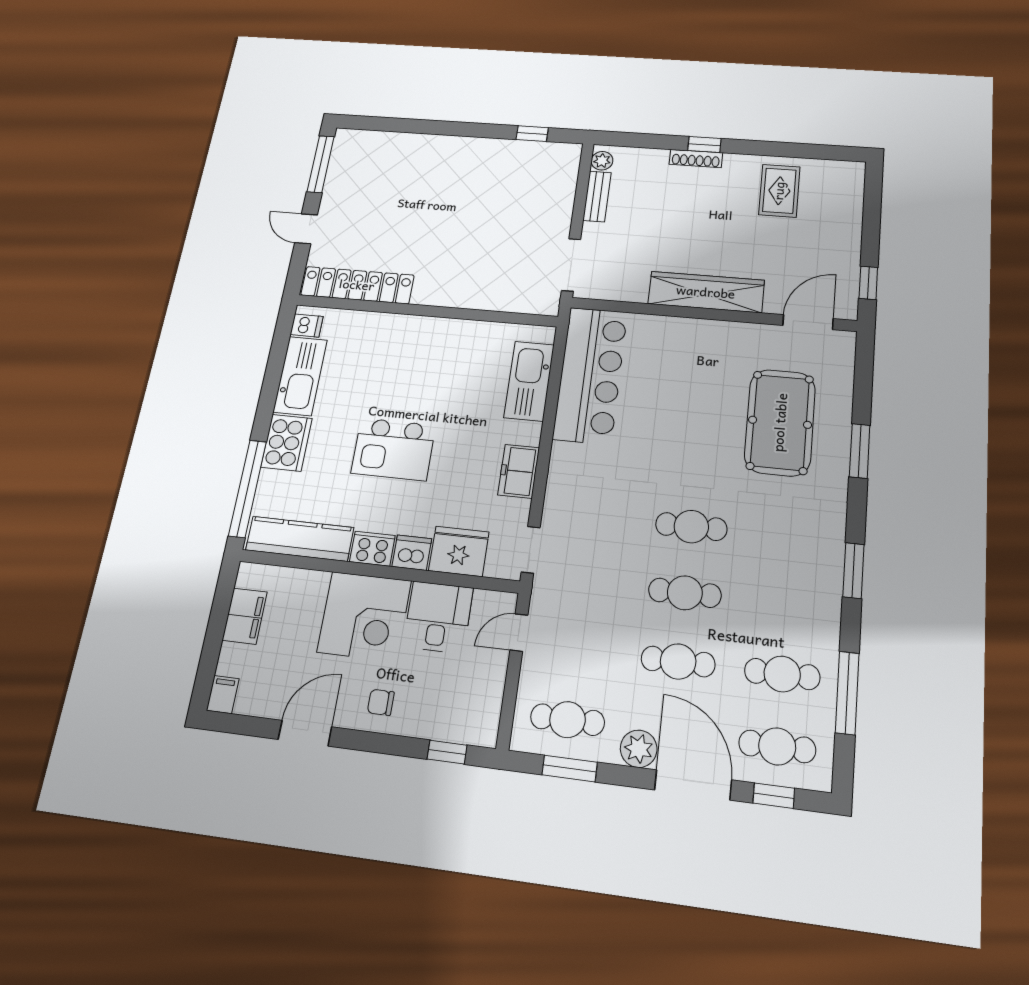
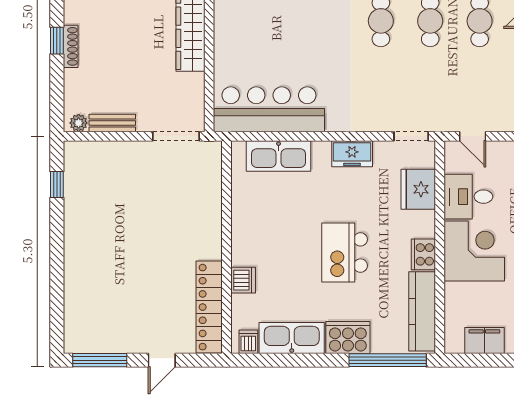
kitchen island: (393, 449) -> (345, 252), turned 180
dishwasher: (412, 553) -> (243, 280), moved, turned 180

